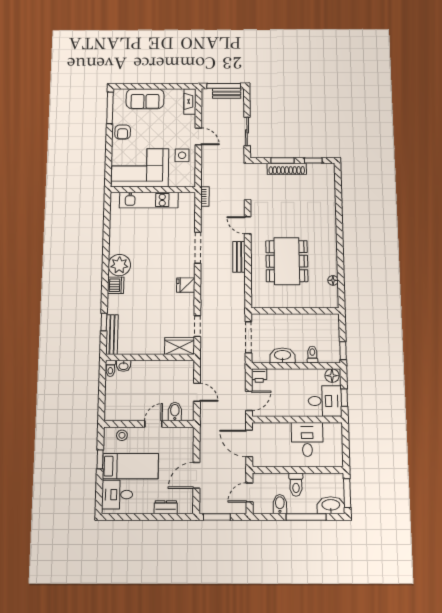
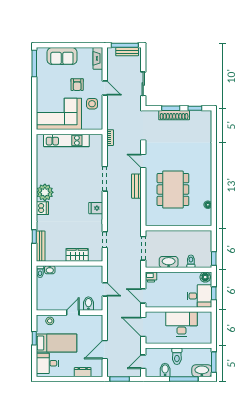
armchair: (123, 132) -> (77, 85), moved
wardrobe: (180, 346) -> (77, 255), moved
door: (249, 401) -> (143, 296), swing flipped
desk: (307, 439) -> (182, 324), width x1.37

